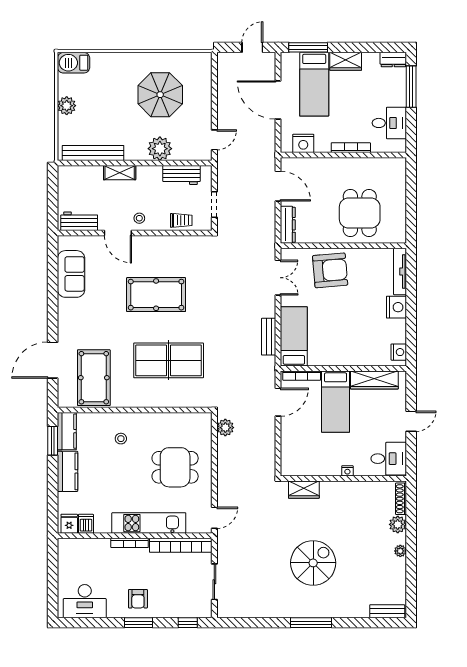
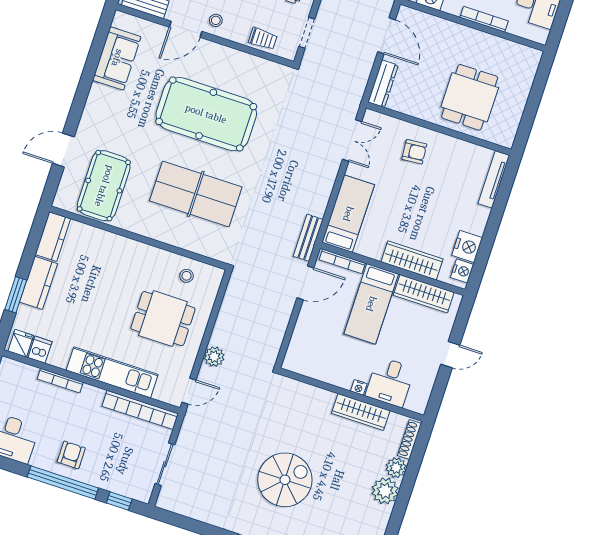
door: (118, 233) -> (186, 29), hinge flipped
armchair: (330, 270) -> (414, 152), width x0.53, depth x0.53
pool table: (156, 295) -> (206, 114), width x1.36, depth x1.32
nightstand: (396, 307) -> (467, 247), moved
bench: (269, 337) -> (308, 238), moved
wardrobe: (356, 357) -> (412, 260), added
door: (53, 360) -> (63, 150), width x0.73
plant: (225, 428) -> (214, 357), moved
stool: (121, 439) -> (187, 276), moved
window: (53, 441) -> (16, 295), moved
desk: (389, 459) -> (390, 382), moved, turned 90
wardrobe: (304, 490) -> (361, 412), moved, width x1.50
bookcase: (130, 543) -> (60, 381), moved
plant: (400, 551) -> (385, 491), width x1.88, depth x1.88
armchair: (138, 599) -> (71, 455), turned 180
window: (138, 623) -> (63, 482), width x2.11

